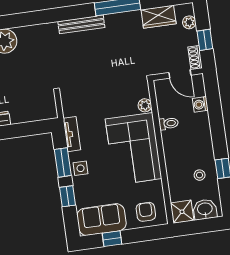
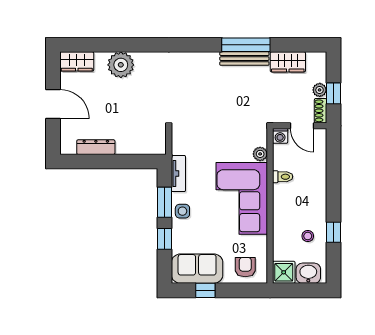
plant: (189, 22) -> (320, 90), moved
bench: (81, 24) -> (244, 59), moved
washing machine: (200, 104) -> (280, 136), moved, turned -90

